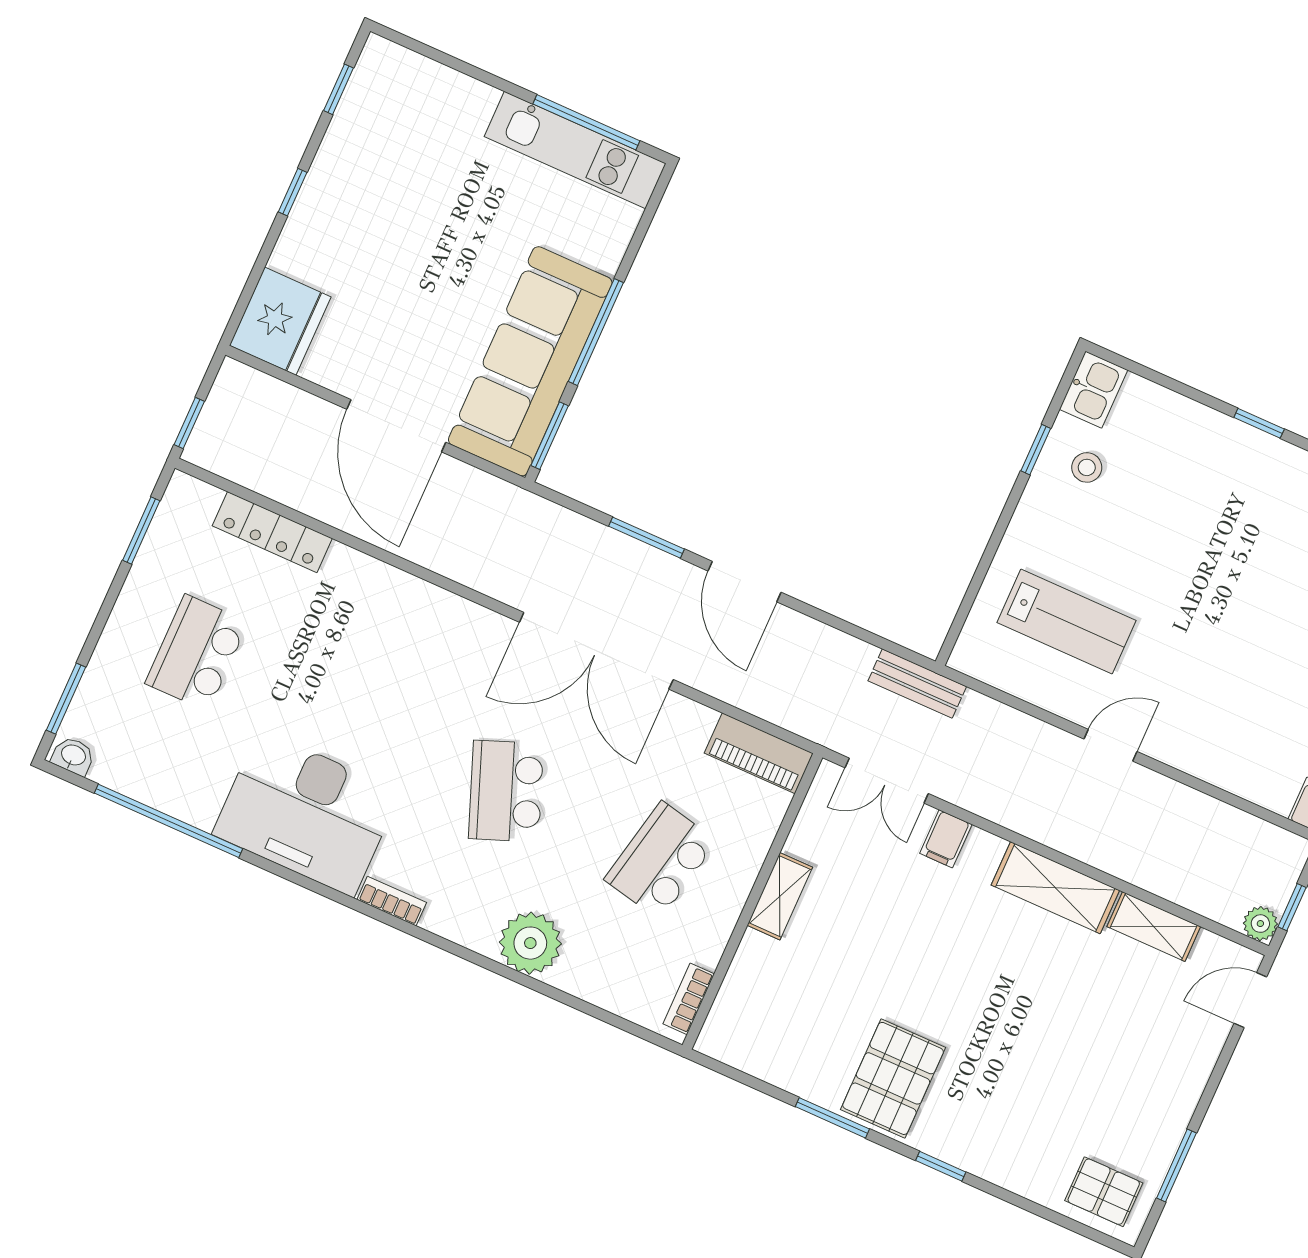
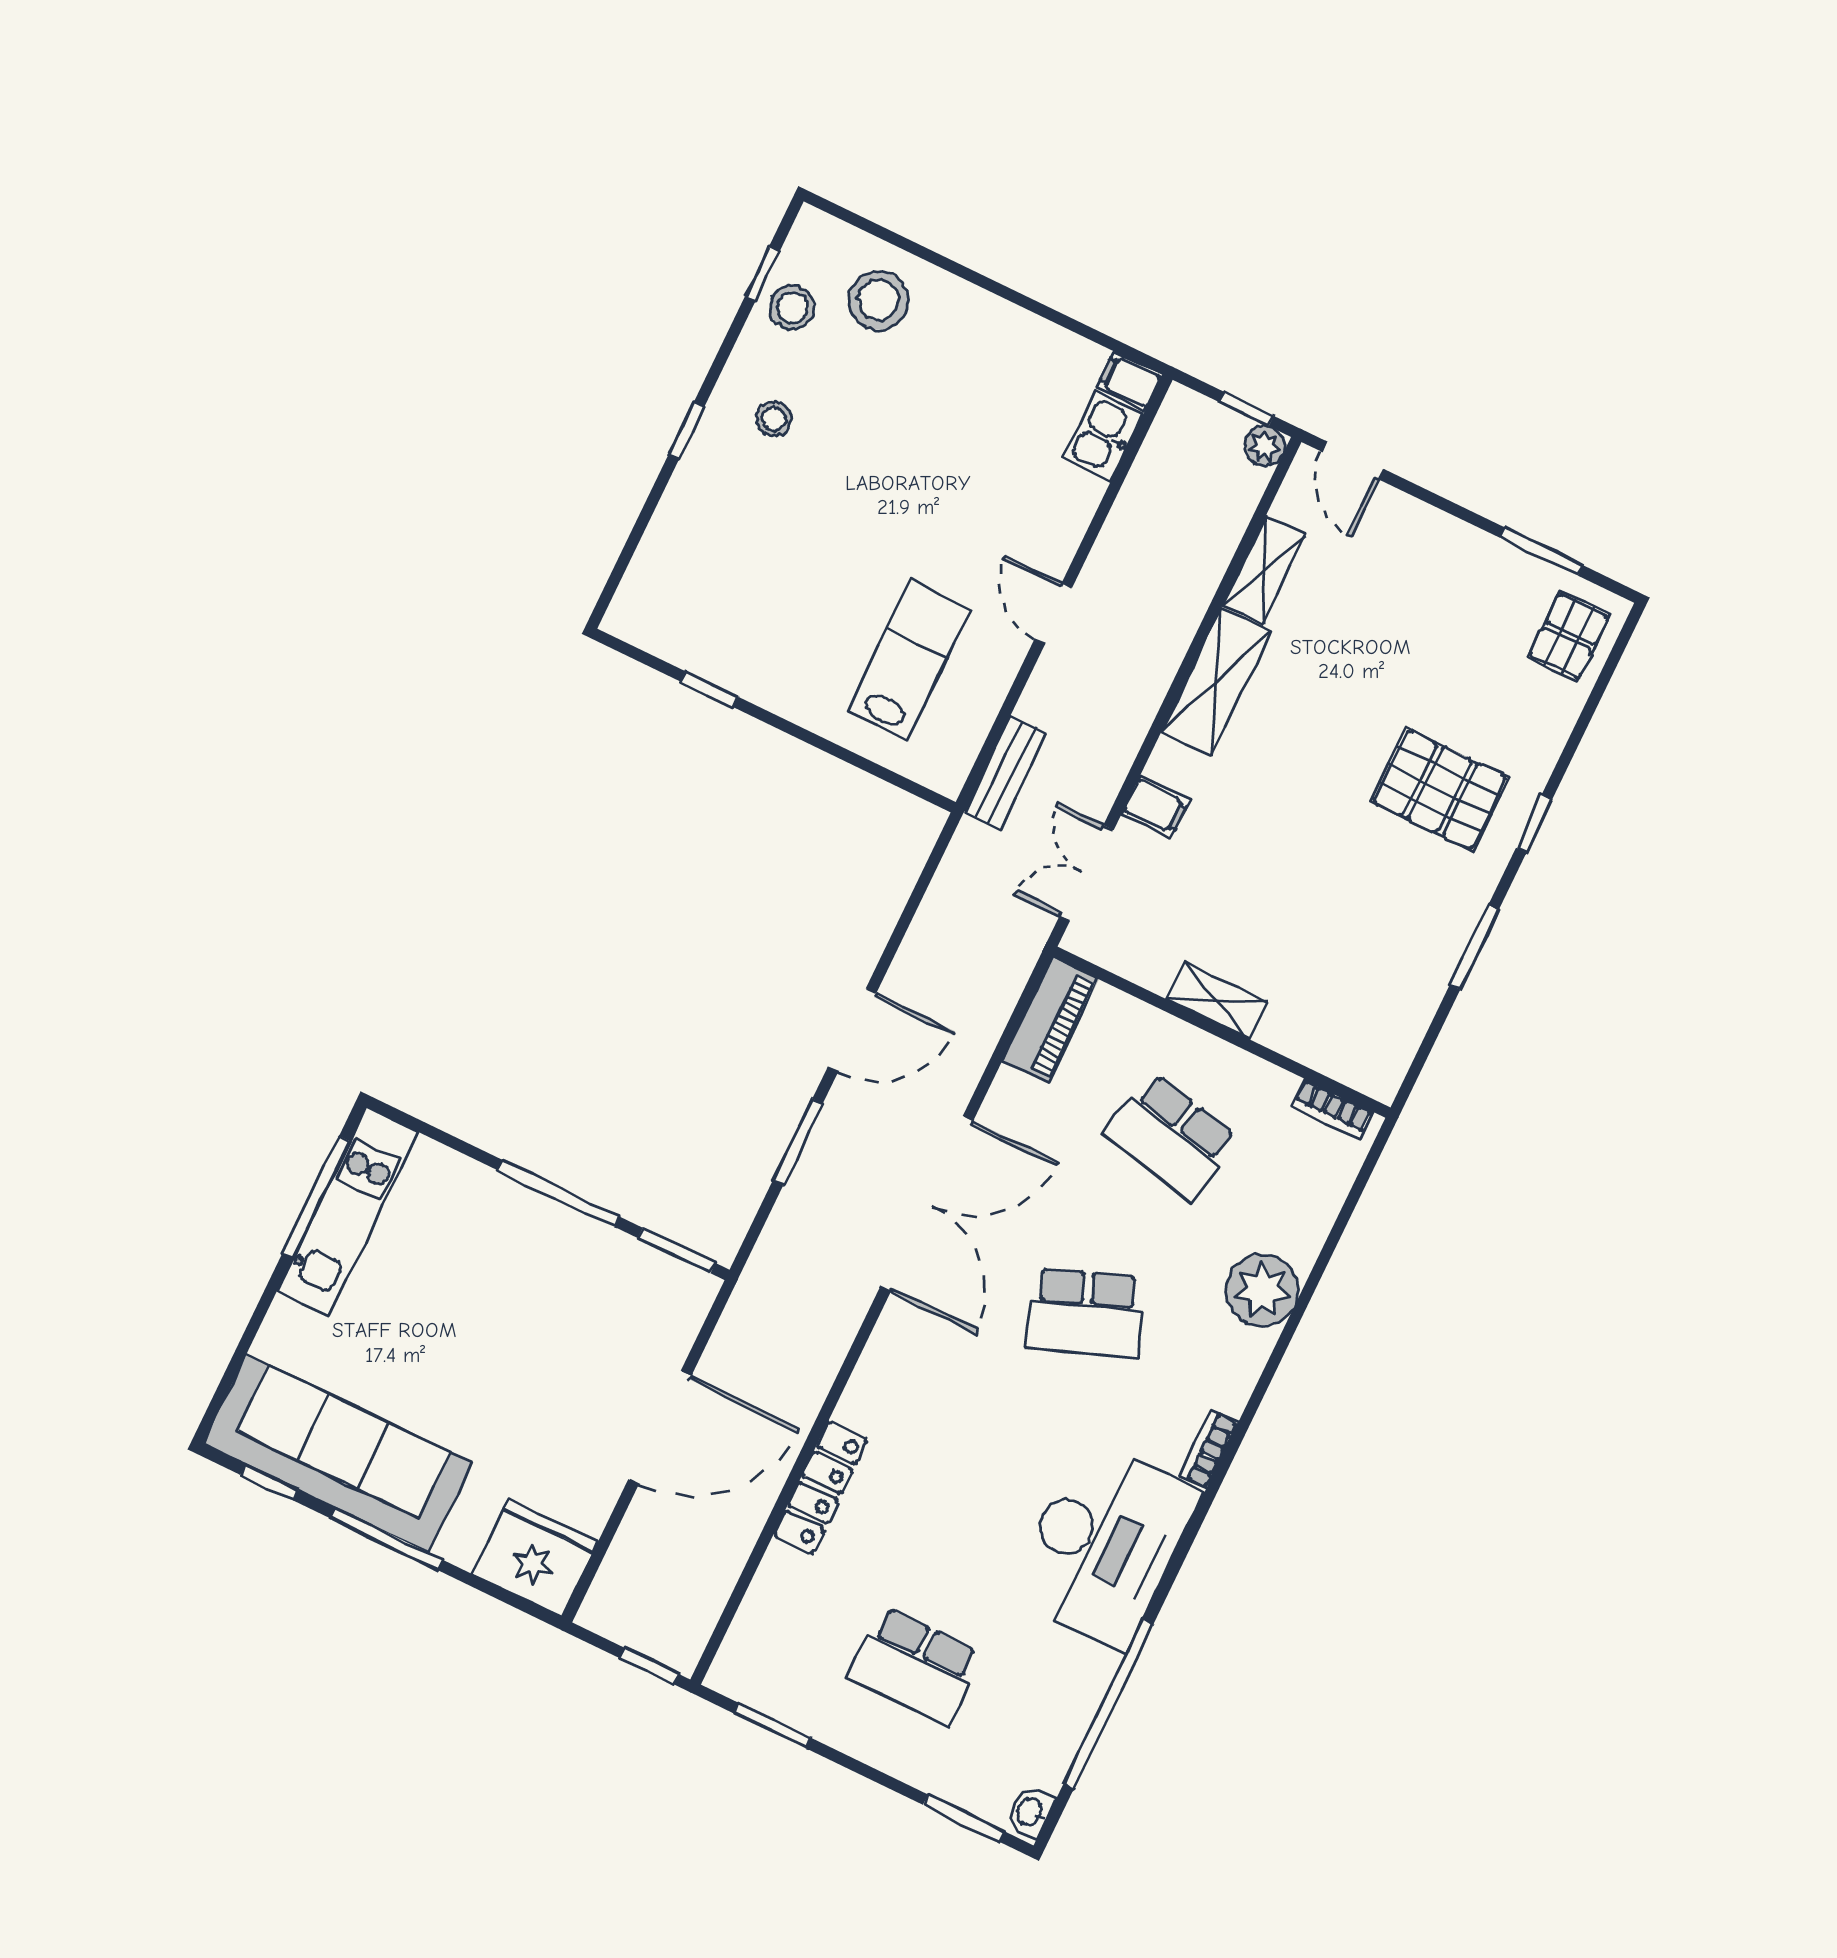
window: (293, 192) -> (387, 1539), width x2.17
sofa: (530, 361) -> (338, 1454), moved, turned 180
kitchen sink: (1094, 390) -> (1103, 436), moved, turned -90
stool: (1087, 467) -> (774, 419), moved
locker: (272, 532) -> (820, 1488), moved
bench: (917, 684) -> (1005, 773), moved
double door: (887, 781) -> (1087, 873), swing flipped
pallet: (893, 1078) -> (1440, 790), moved

